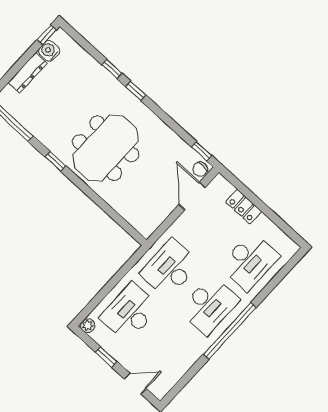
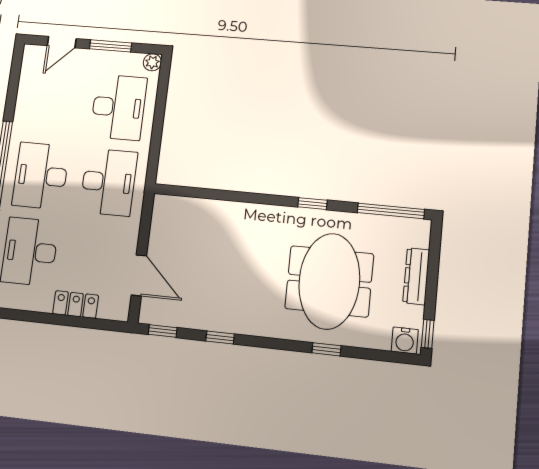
water cooler: (49, 51) -> (405, 340), moved, turned 90
window: (136, 91) -> (220, 337), moved
meeting table: (106, 148) -> (329, 281), moved
chair: (200, 169) -> (151, 310), removed
window: (106, 357) -> (111, 46), width x1.50

